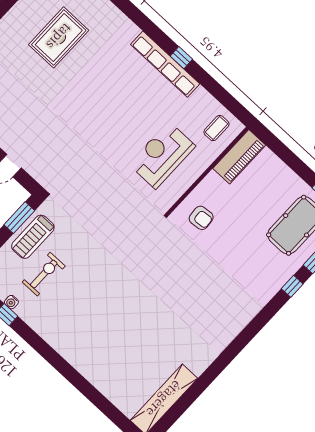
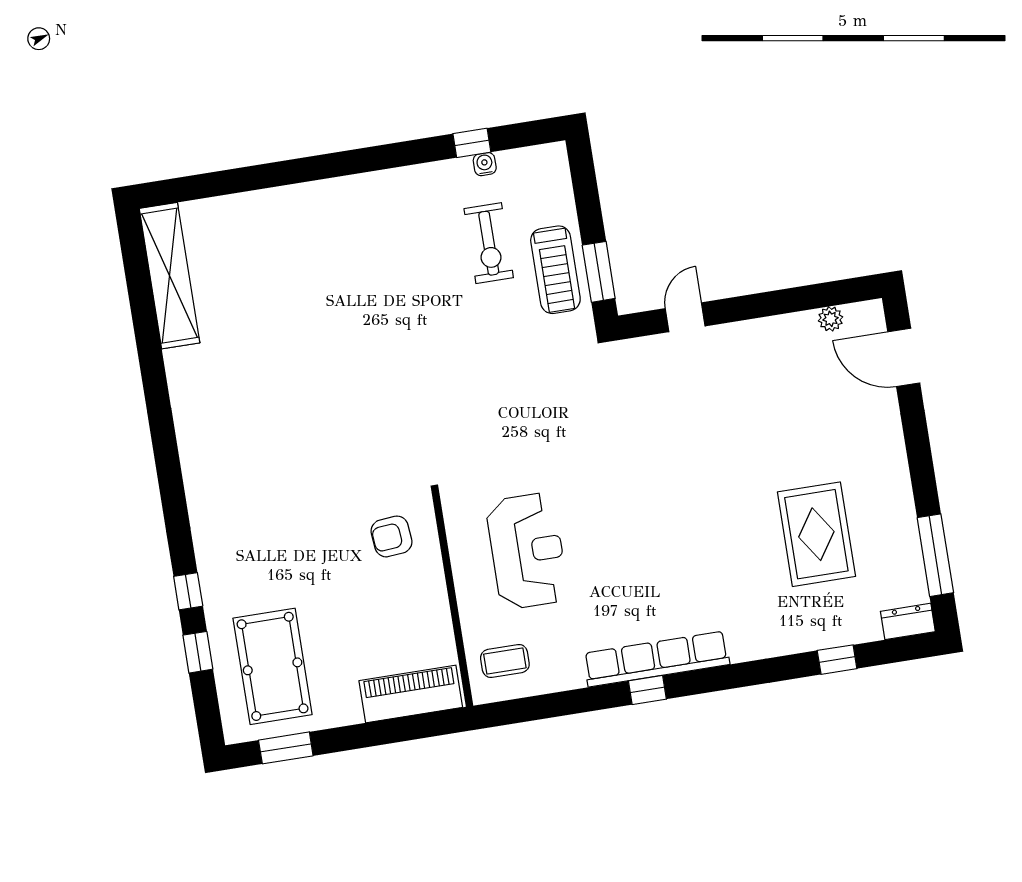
coffee table: (216, 128) -> (505, 661), turned 90
piano: (239, 157) -> (411, 694), moved, turned 90
treadmill: (33, 237) -> (555, 270), turned 180

